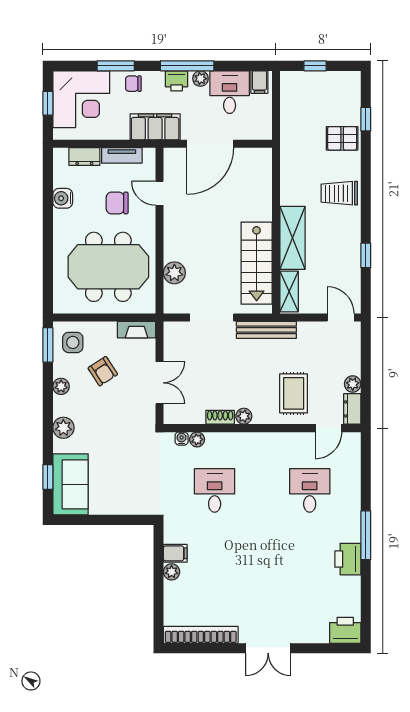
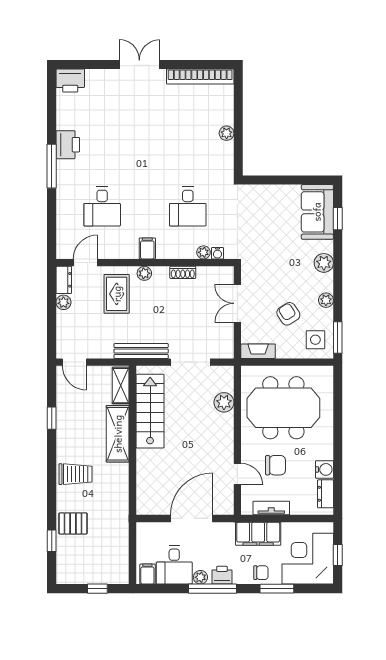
filing cabinet: (155, 127) -> (258, 534), moved
dresser: (84, 157) -> (325, 494), moved, turned -90
plant: (244, 416) -> (144, 273), moved
filing cabinet: (175, 553) -> (147, 248), moved, turned 90

